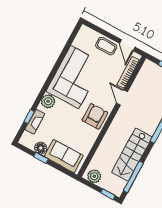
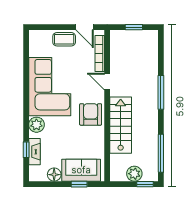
stairs: (132, 155) -> (121, 125), moved, turned 180
window: (41, 158) -> (79, 184), moved
plant: (94, 176) -> (134, 174), moved

